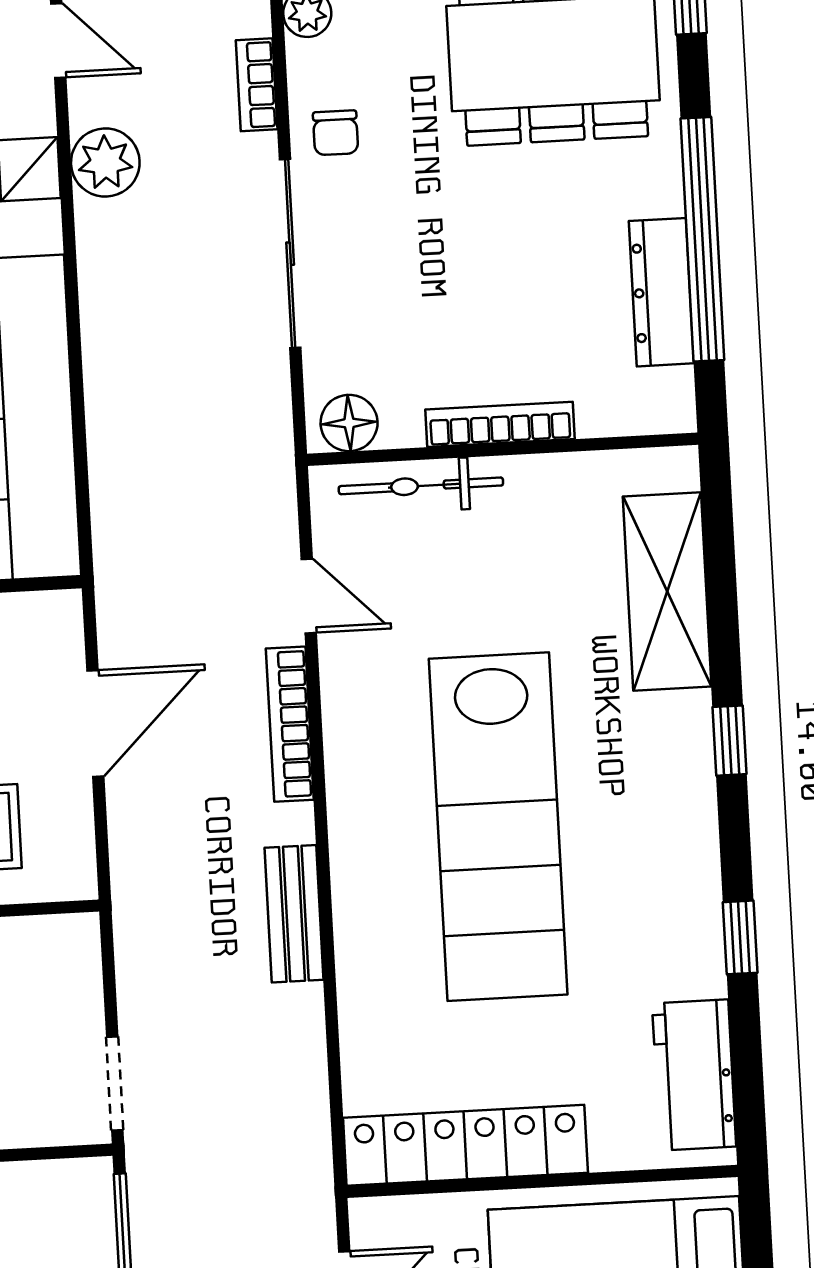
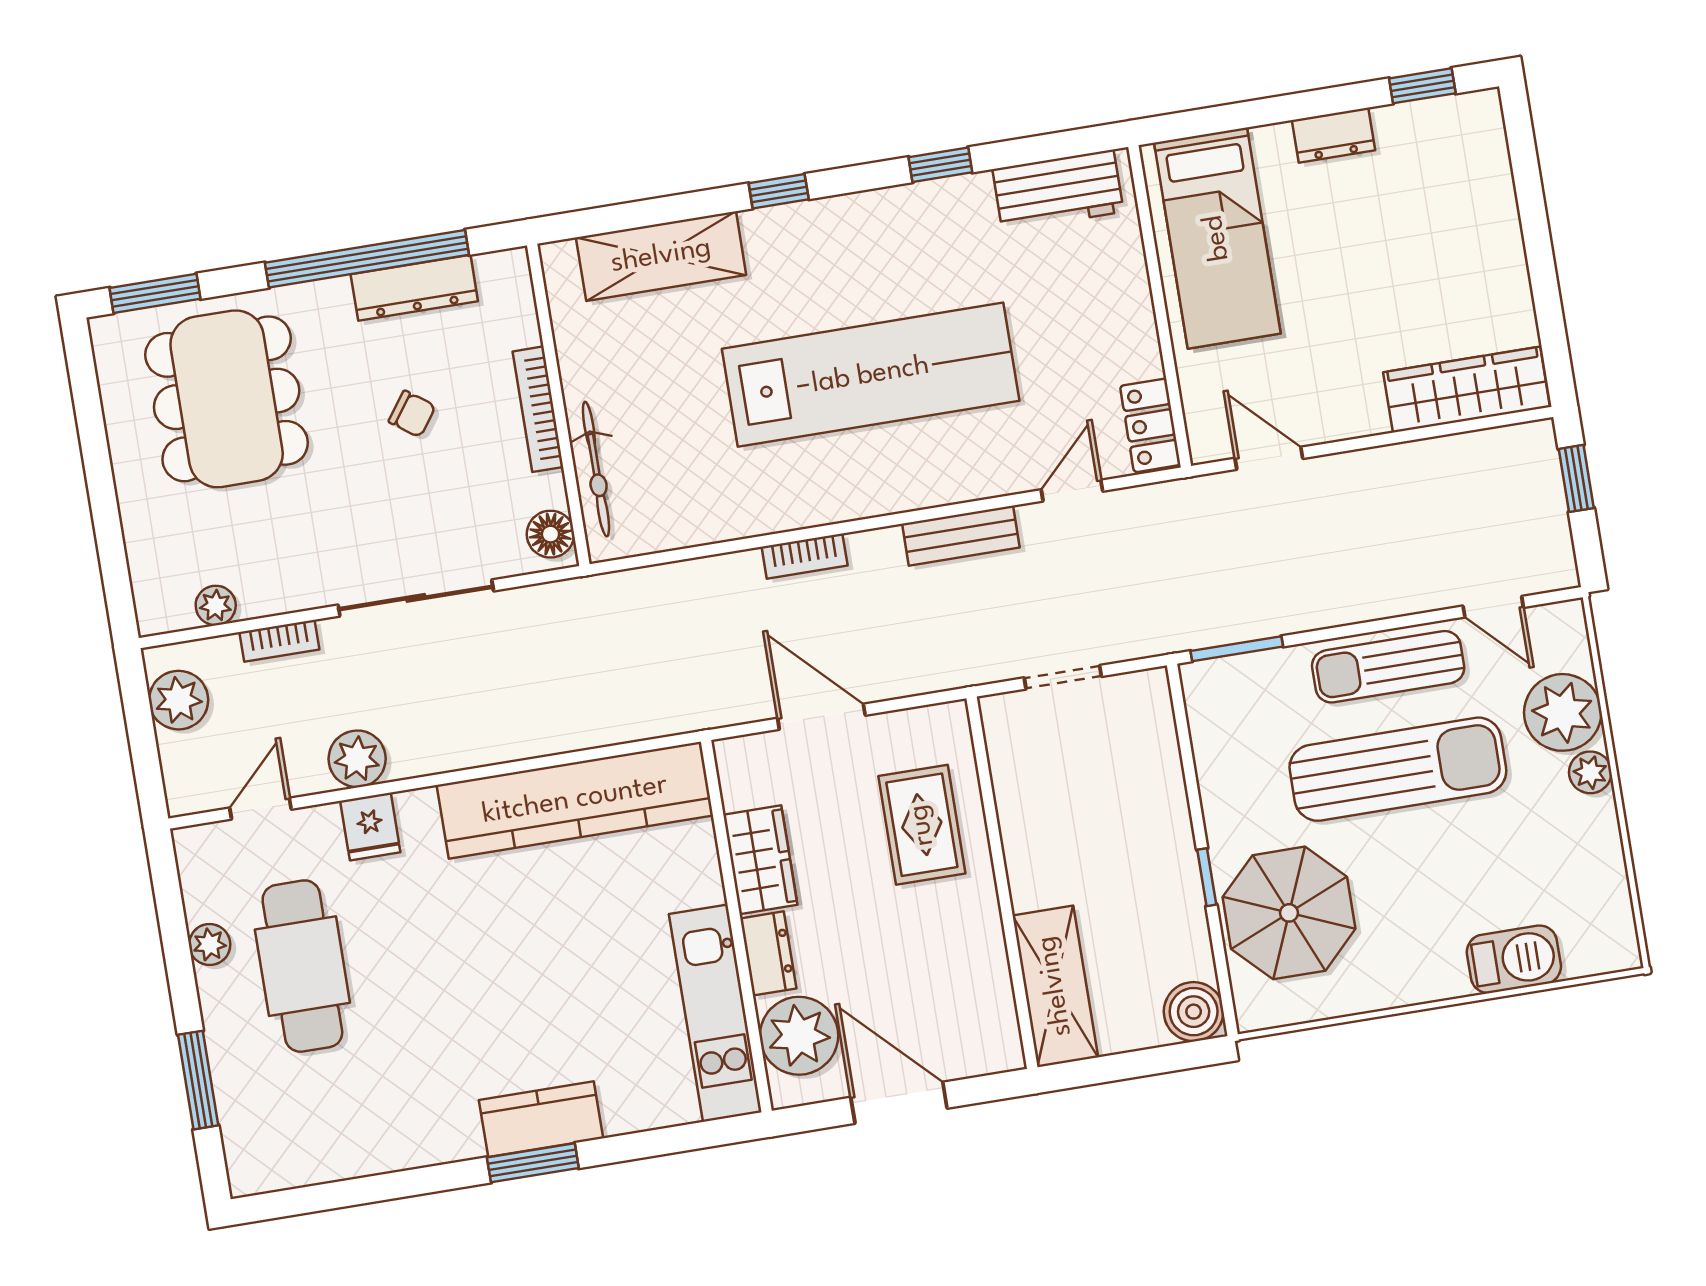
chair: (336, 133) -> (412, 414), moved, turned 36
door: (309, 596) -> (1072, 491), moved
bookcase: (290, 724) -> (805, 556), width x0.64
doorway: (115, 1083) -> (1063, 677), moved
locker: (465, 1145) -> (1150, 425), width x0.46, depth x0.83

